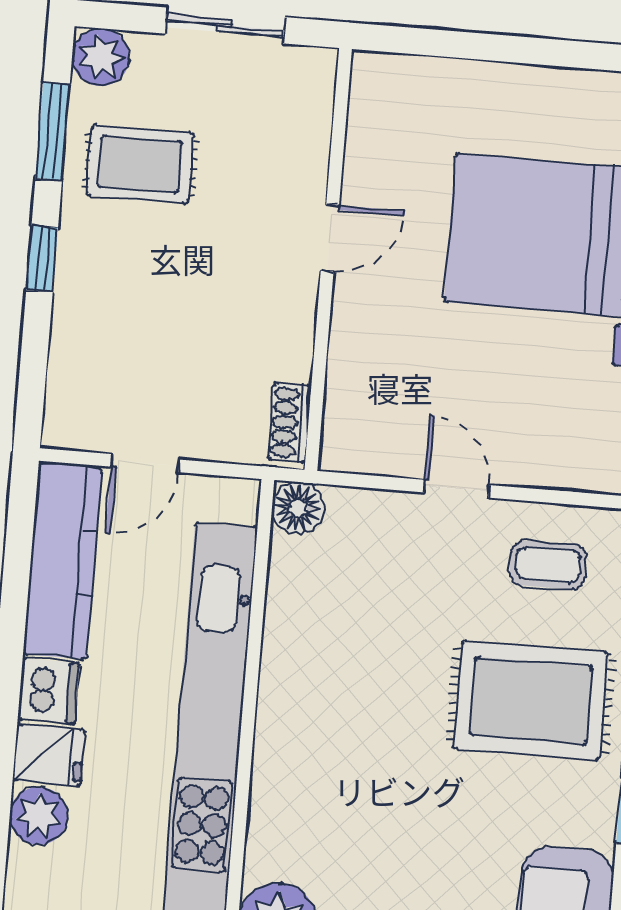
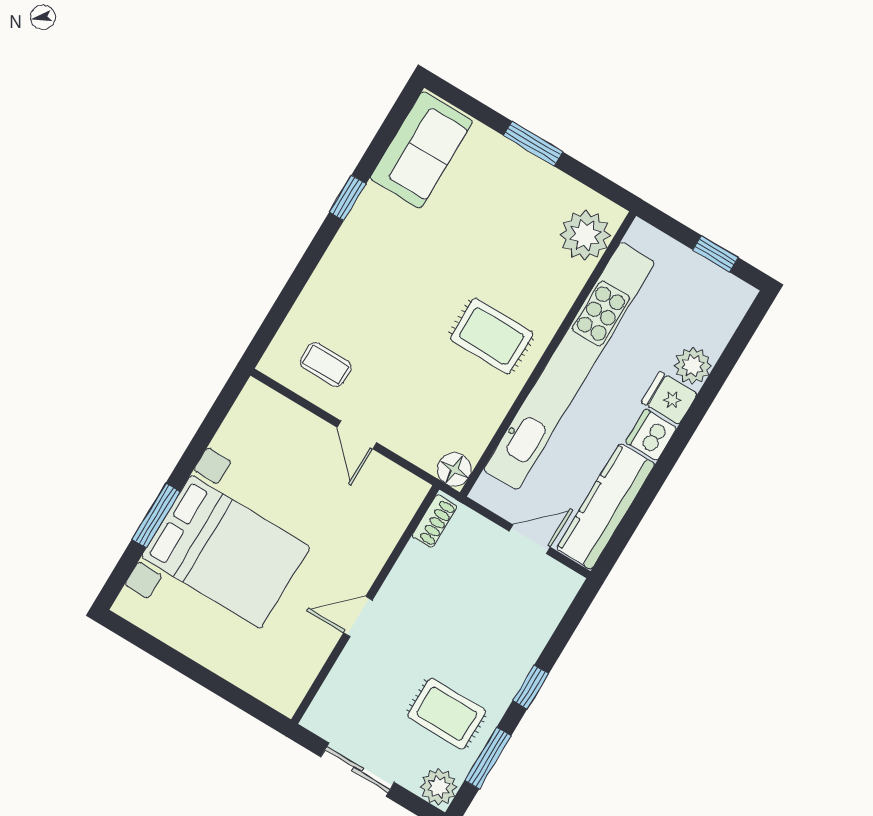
rug: (531, 701) -> (492, 336), moved, width x0.73, depth x0.70

